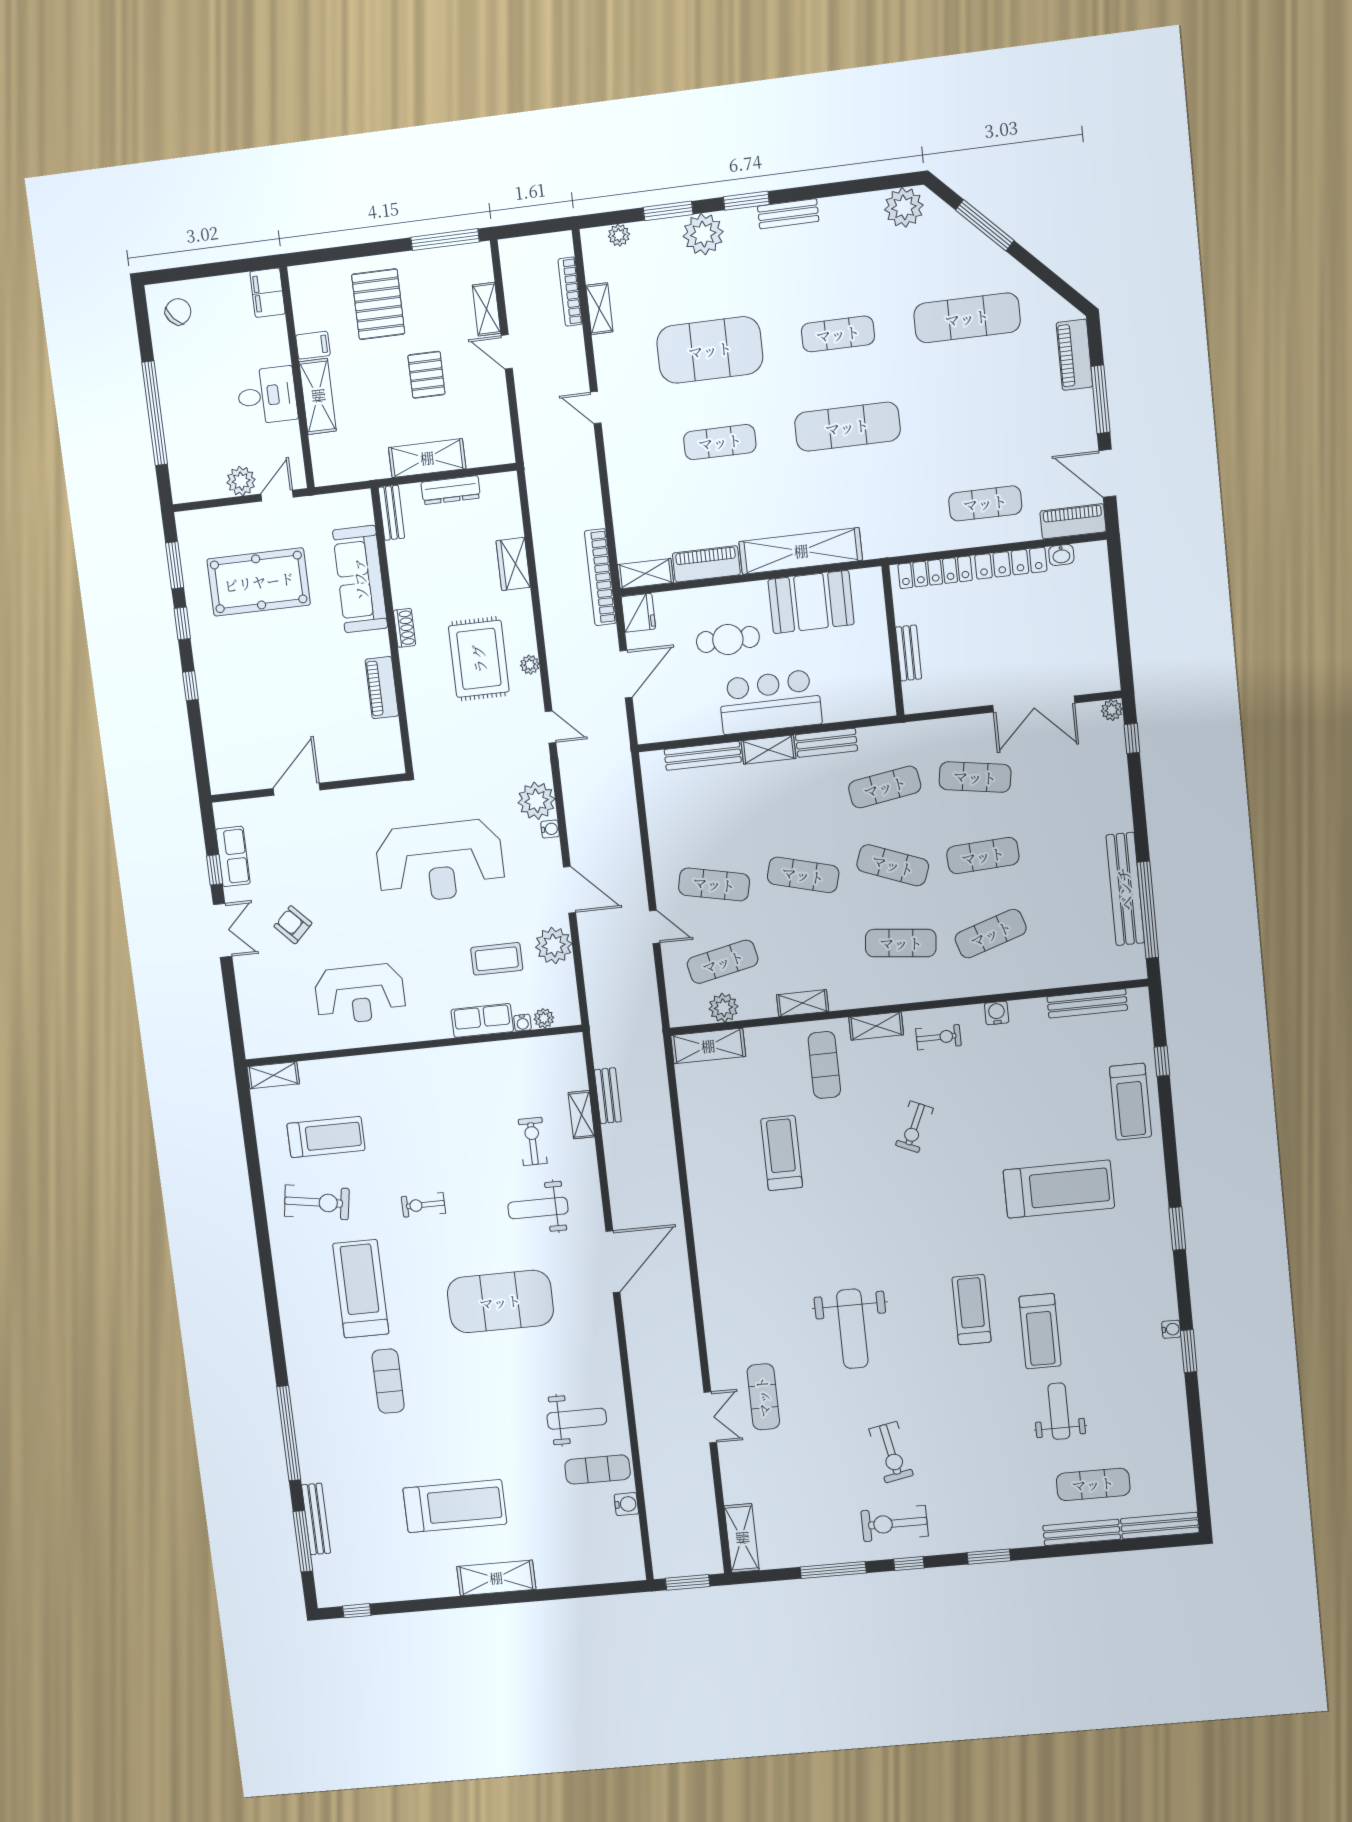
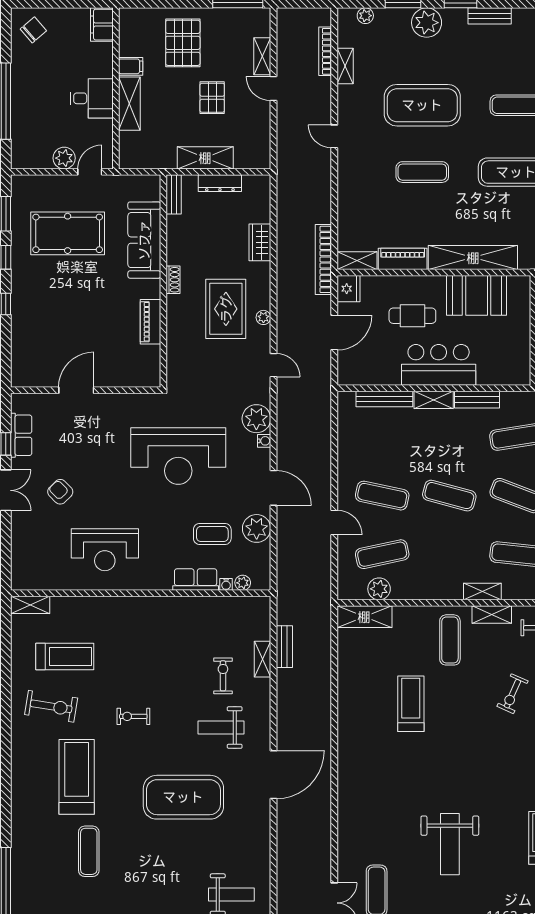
shelving: (803, 1003) -> (482, 592), moved

